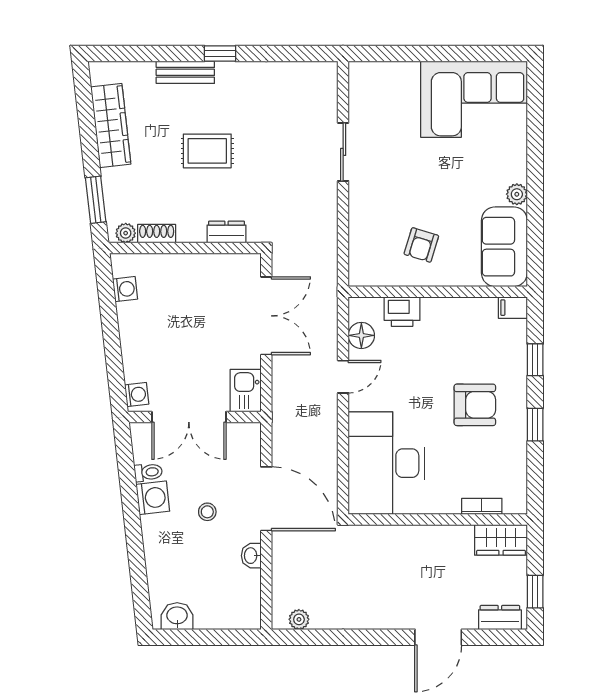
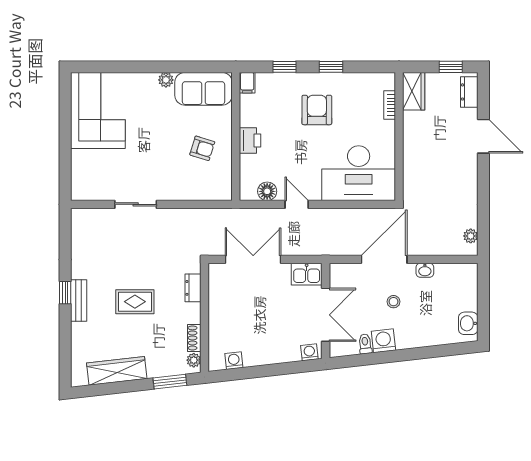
bench: (185, 72) -> (79, 300), moved
rug: (207, 151) -> (135, 302), turned 90
printer: (402, 312) -> (250, 141), moved

